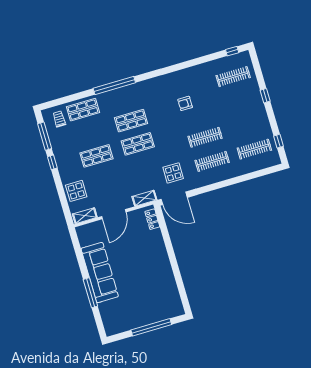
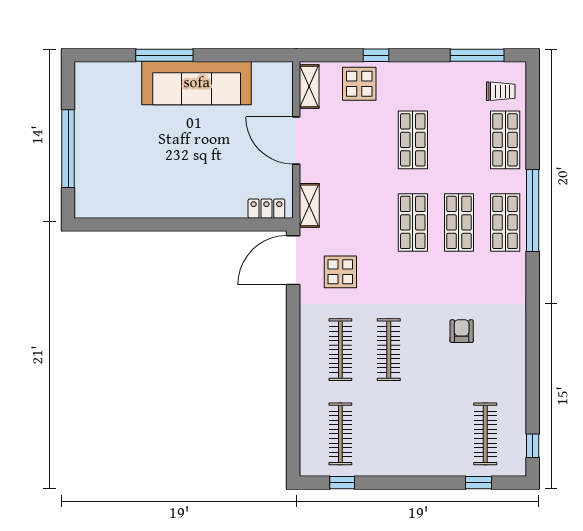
window: (265, 96) -> (479, 483), moved
shop shelf: (124, 98) -> (505, 222), added
window: (52, 162) -> (376, 55), moved

